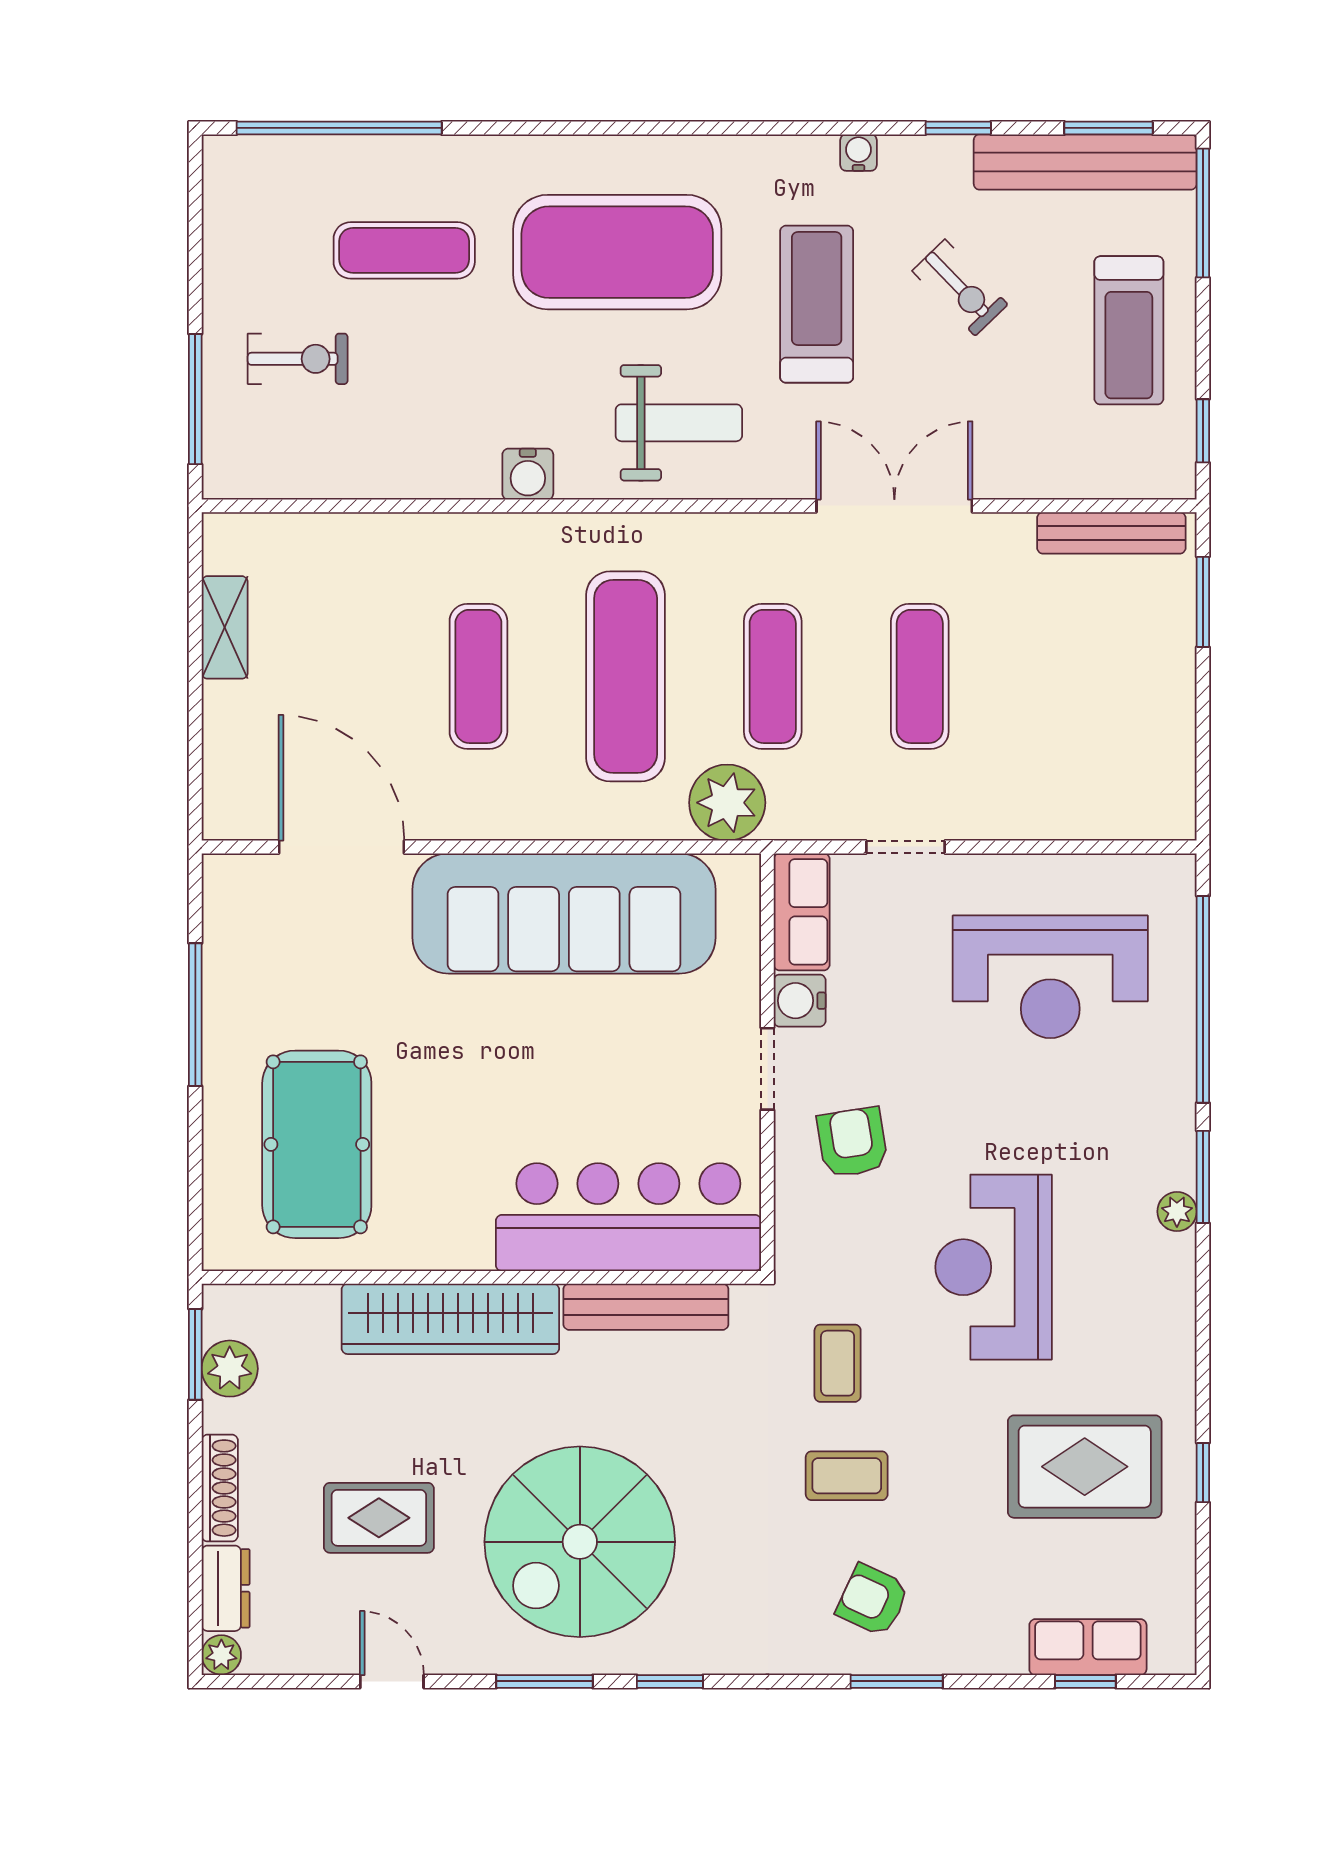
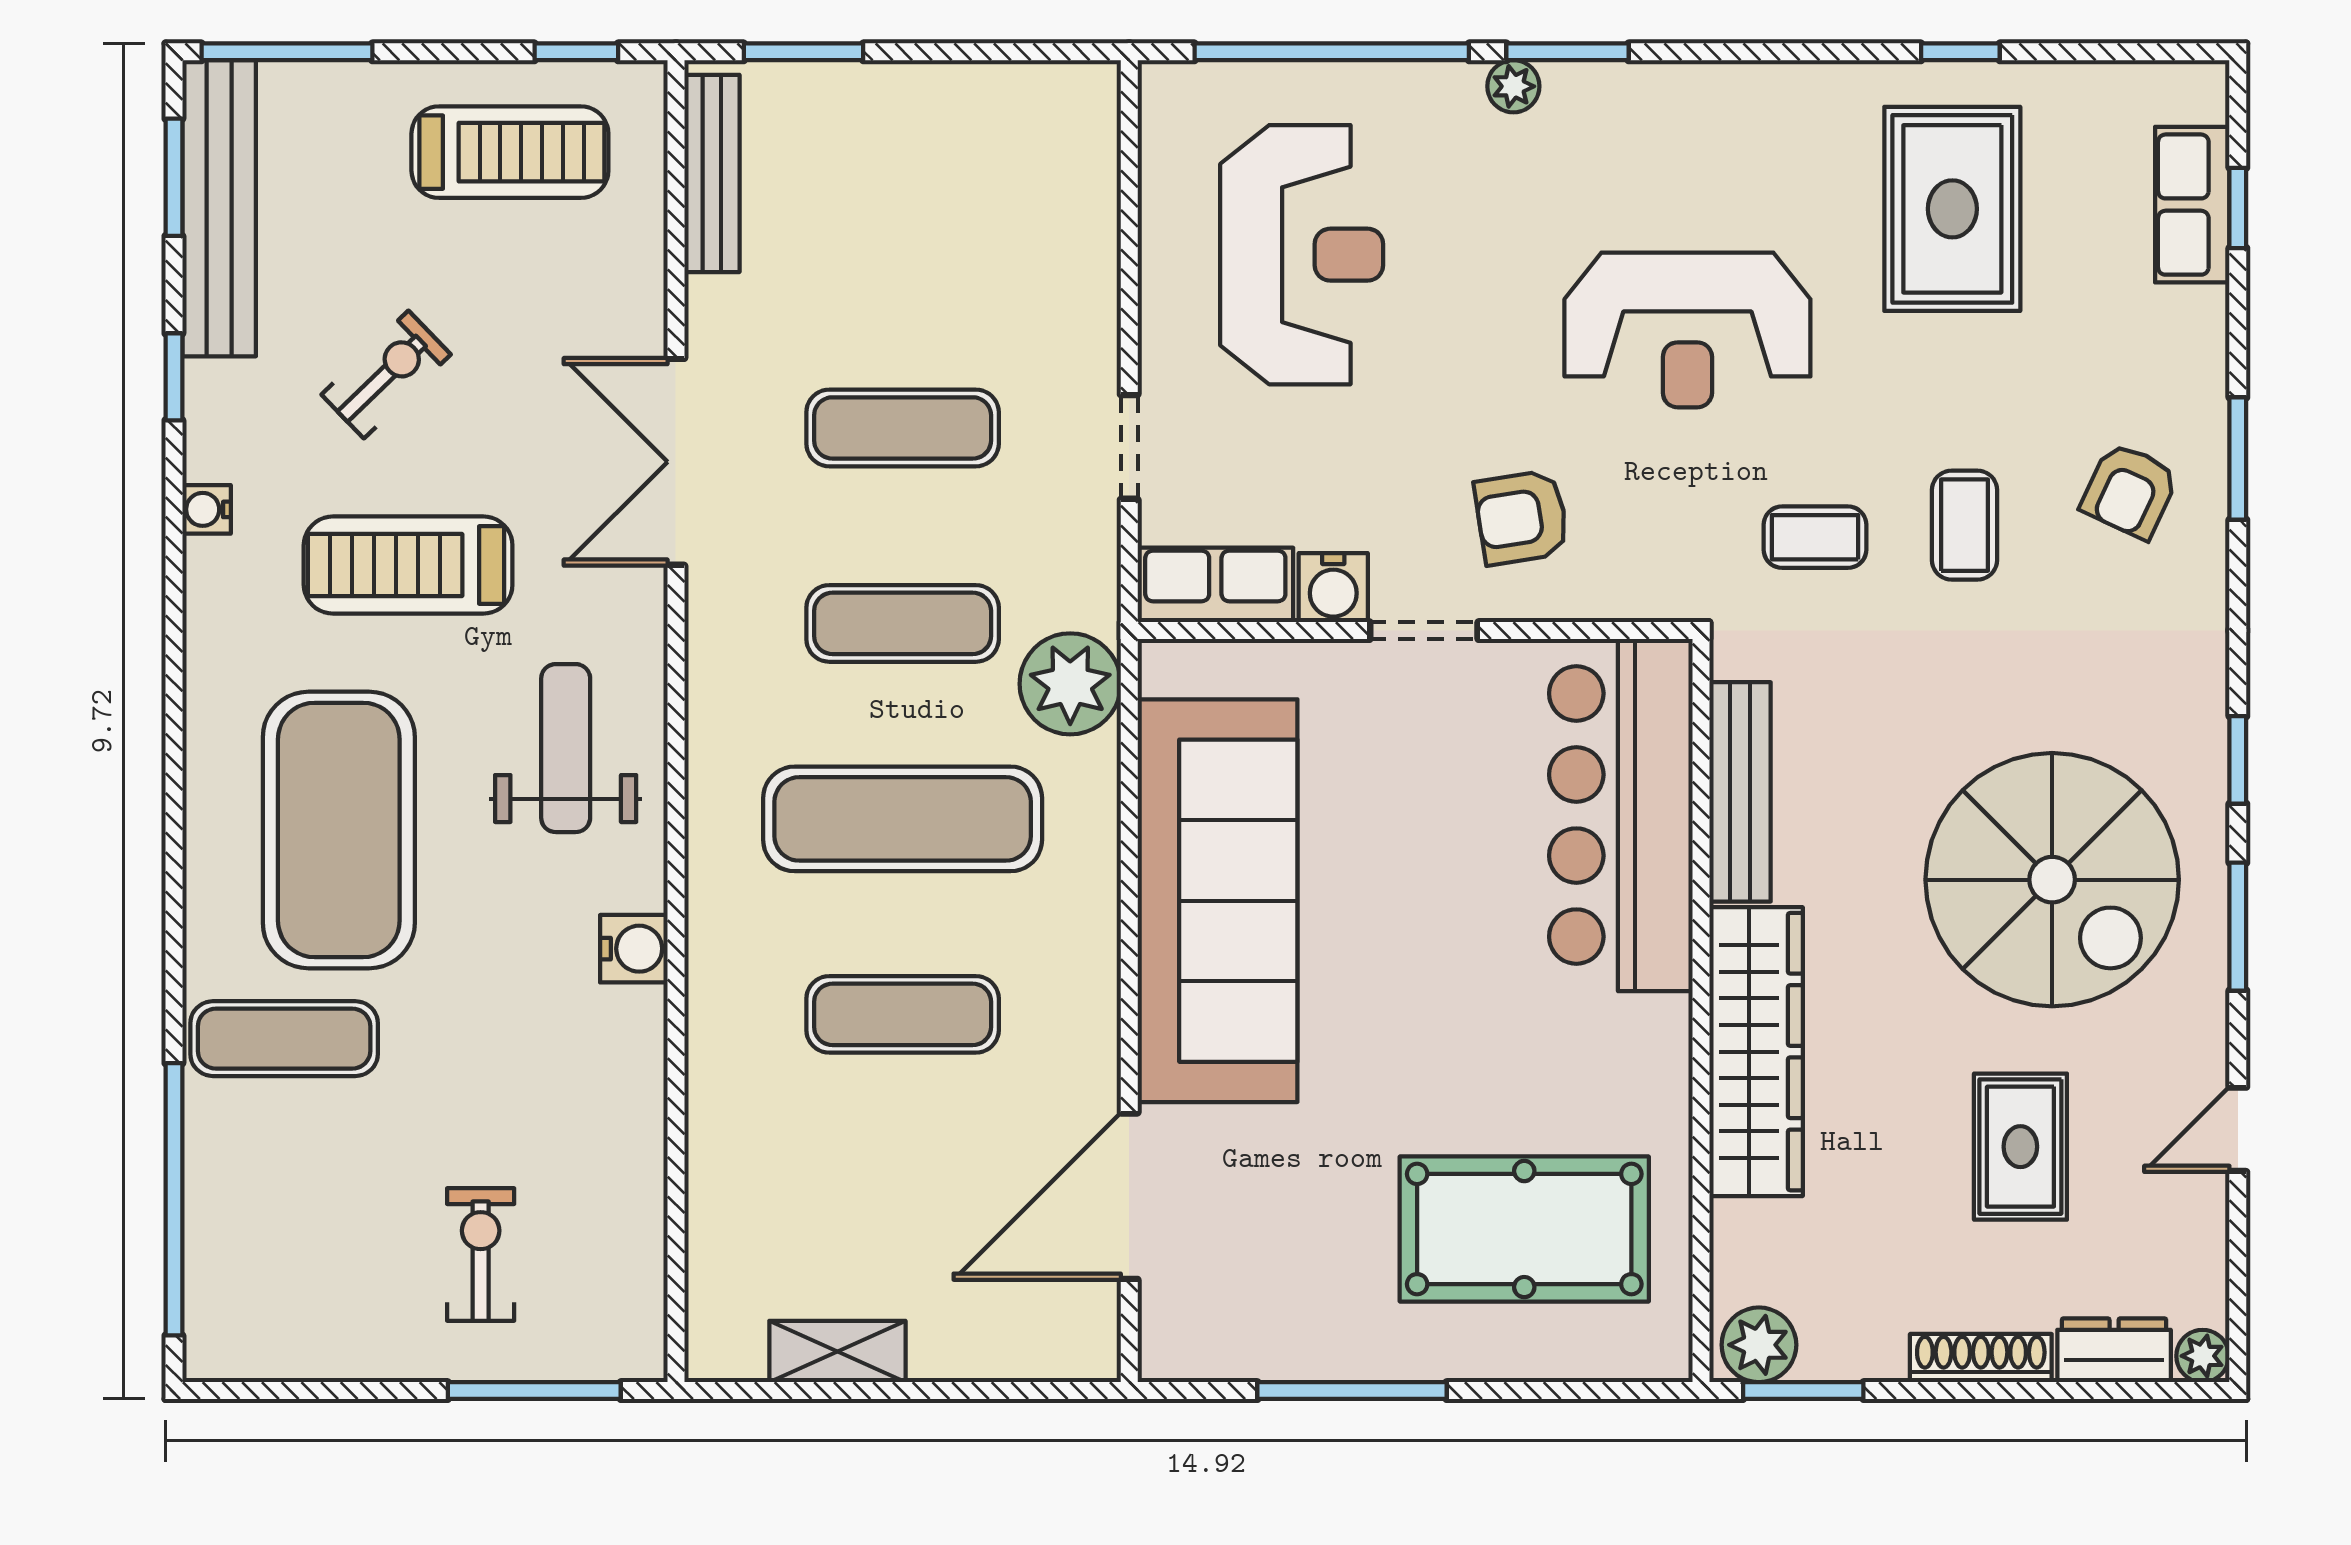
exercise mat: (404, 250) -> (284, 1039), moved, turned 90
treadmill: (1129, 330) -> (510, 152), moved
plant: (1177, 1212) -> (1513, 86), moved
plant: (230, 1369) -> (1759, 1345), moved

